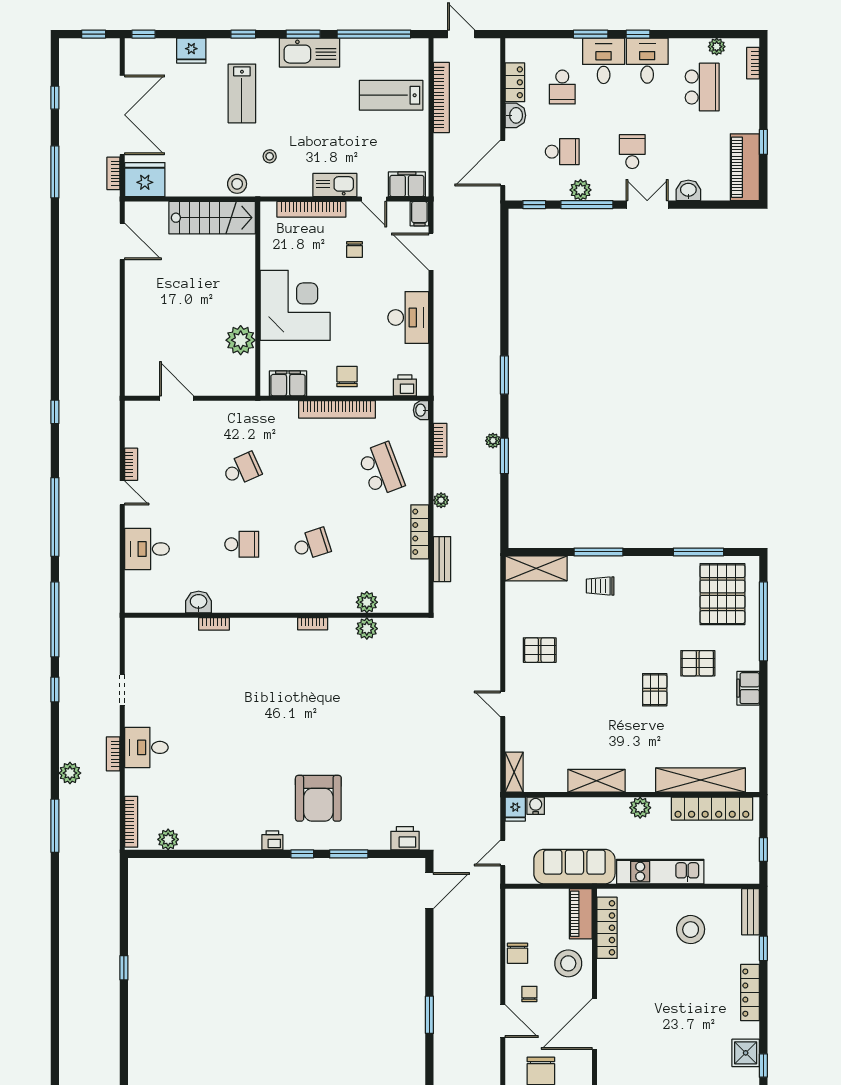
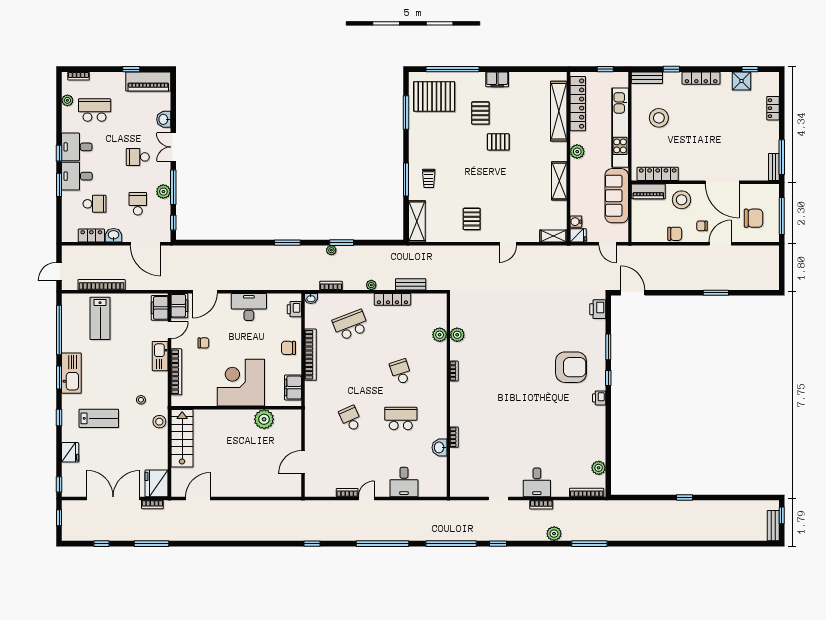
filing cabinet: (419, 214) -> (179, 306), width x2.00
school desk: (242, 544) -> (401, 418), width x1.85
kitchen unit: (660, 872) -> (620, 128), width x1.36

